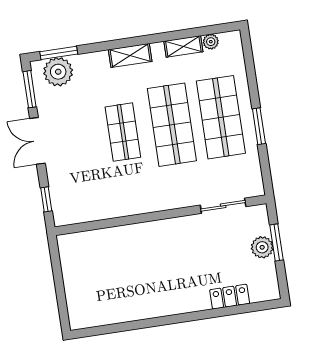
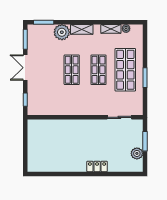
plant: (58, 72) -> (62, 32), moved
shop shelf: (172, 125) -> (98, 70), width x0.70, depth x0.74
plant: (262, 247) -> (137, 153), moved
locker: (230, 297) -> (97, 166), moved

